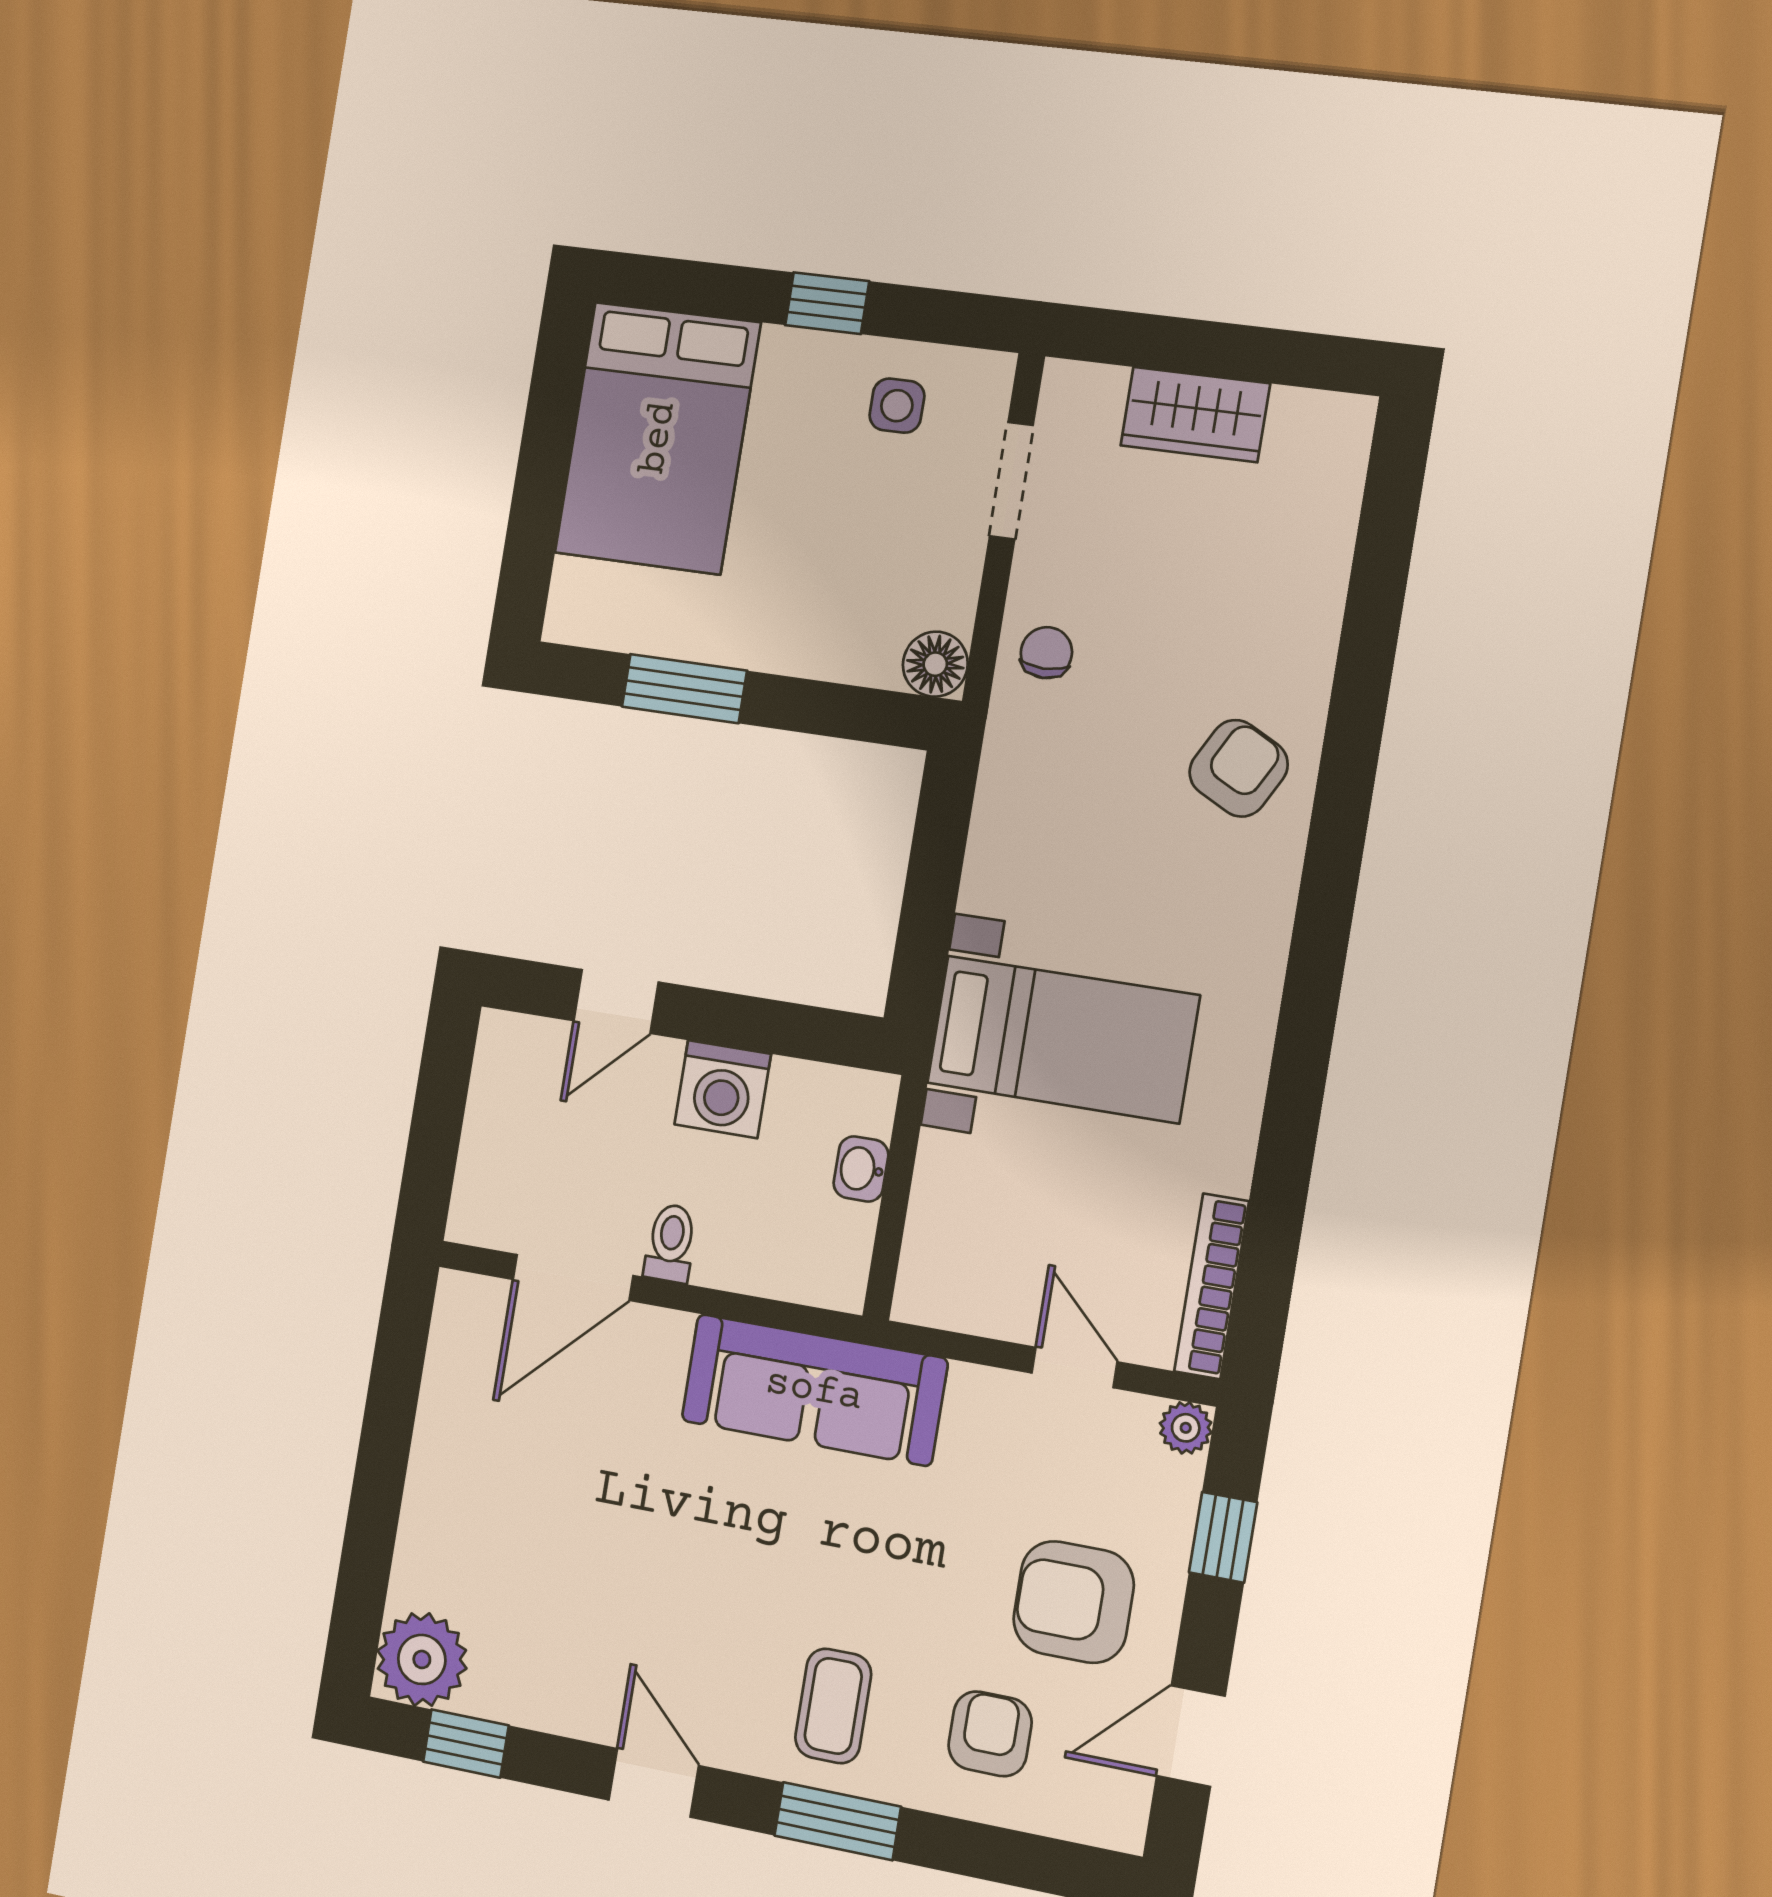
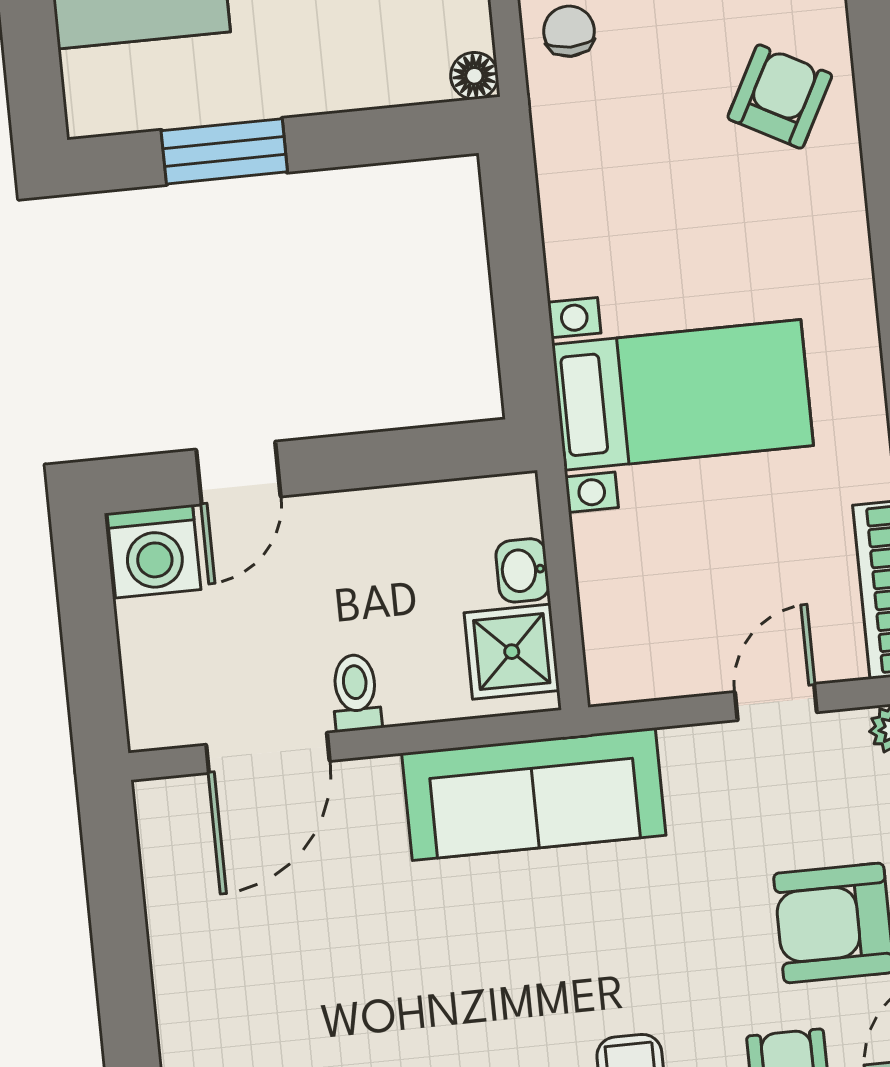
floor lamp: (935, 664) -> (474, 76), width x0.73, depth x0.73
washing machine: (723, 1089) -> (154, 551), moved
shower: (830, 1245) -> (512, 652), added
door: (1074, 1367) -> (776, 702), hinge flipped

